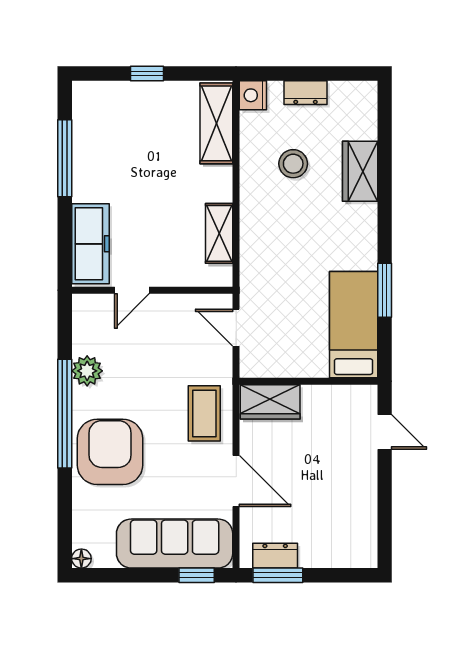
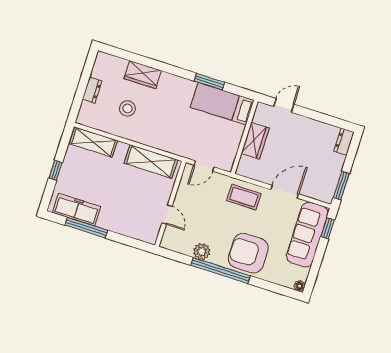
nightstand: (253, 95) -> (85, 118), removed
shelving: (219, 233) -> (151, 162), width x1.50, depth x1.33
freezer: (90, 244) -> (77, 210), moved
wardrobe: (270, 402) -> (255, 141), moved
dresser: (275, 556) -> (344, 142), moved

